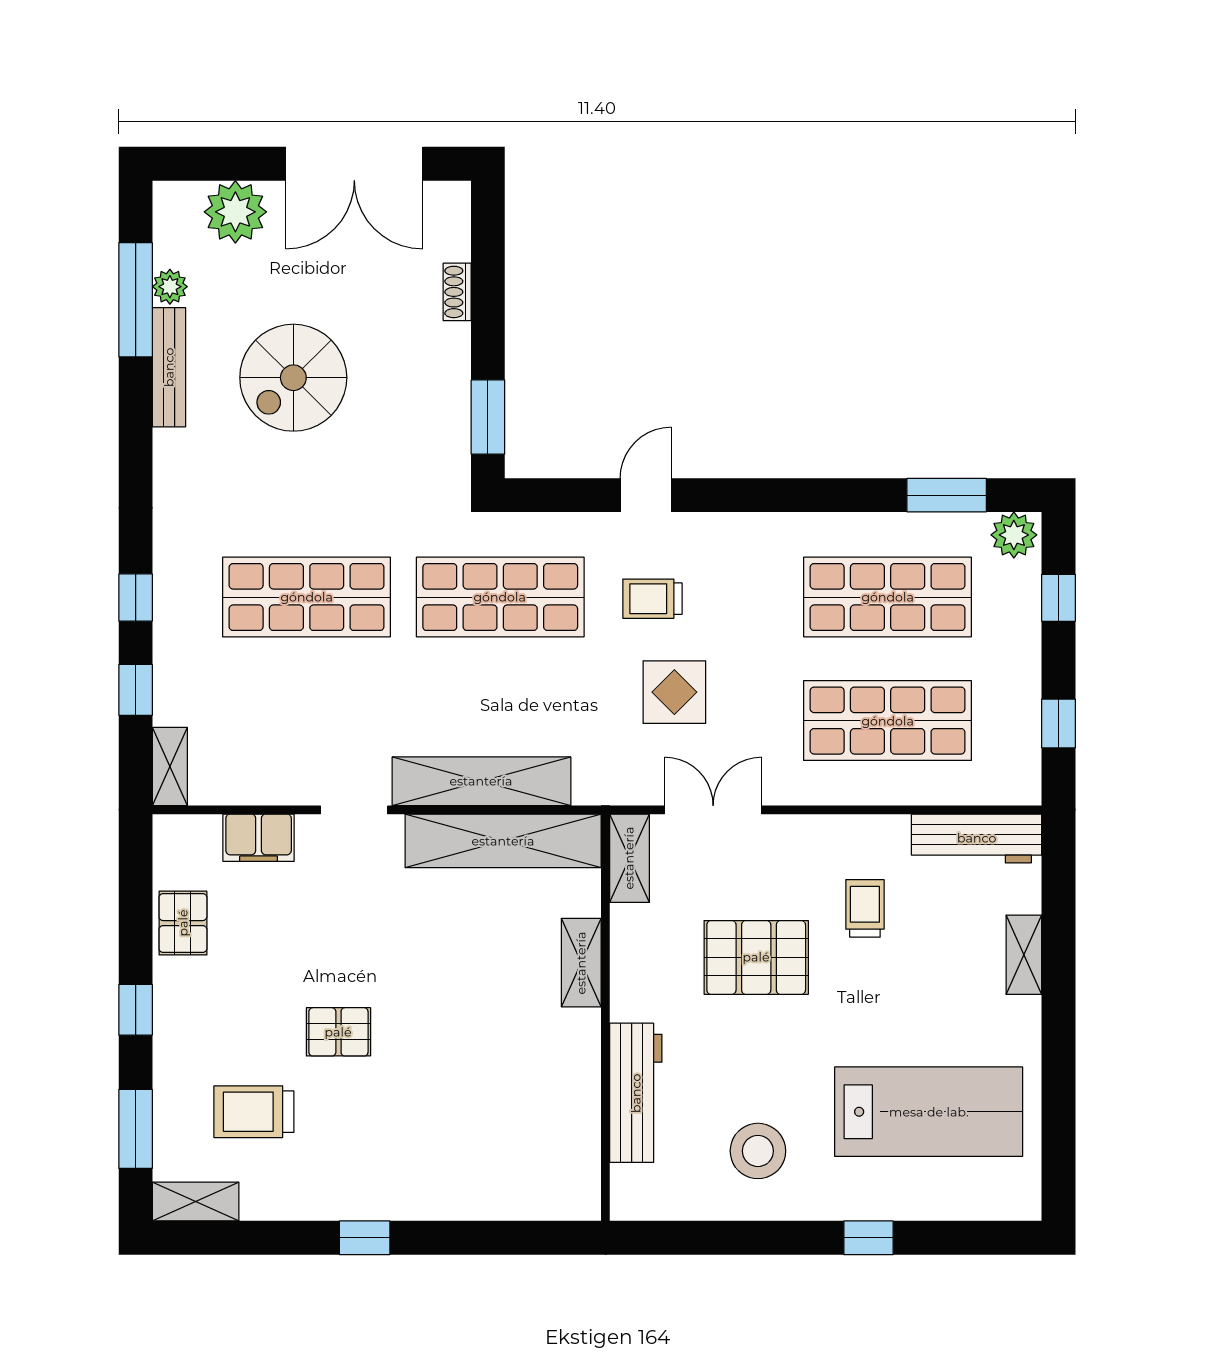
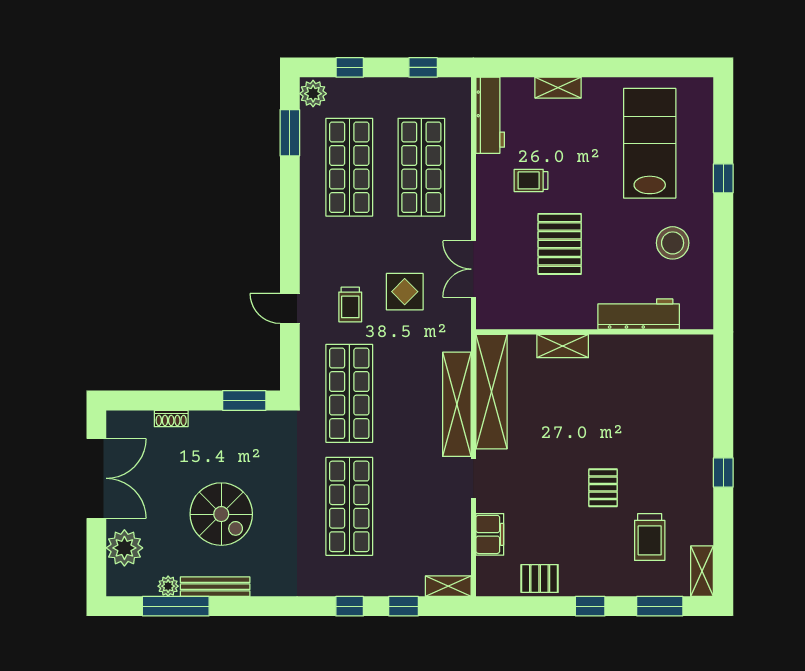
shelving: (629, 858) -> (502, 318), removed

